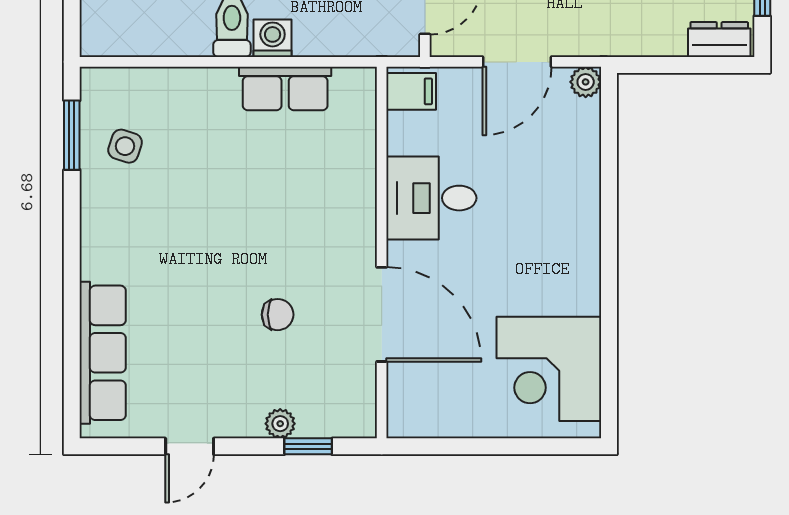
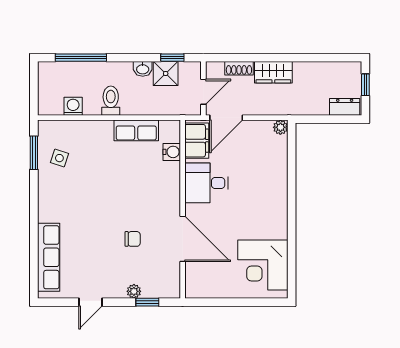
washing machine: (273, 38) -> (73, 106), moved
door: (517, 62) -> (226, 118), moved
filing cabinet: (411, 91) -> (197, 141), width x2.00
water cooler: (359, 133) -> (172, 152), added

